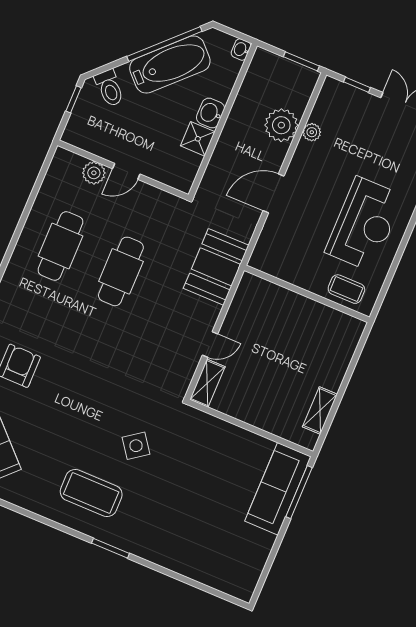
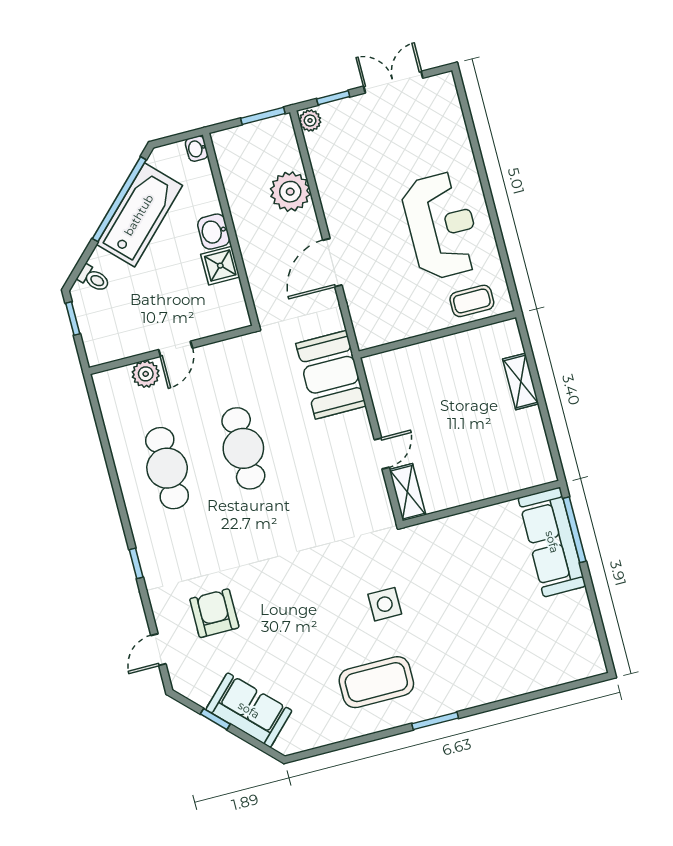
toilet: (109, 88) -> (94, 278), width x0.73, depth x0.72
plant: (312, 132) -> (310, 121), moved
shelving: (320, 410) -> (521, 381), moved
side table: (136, 446) -> (385, 604), turned 36

